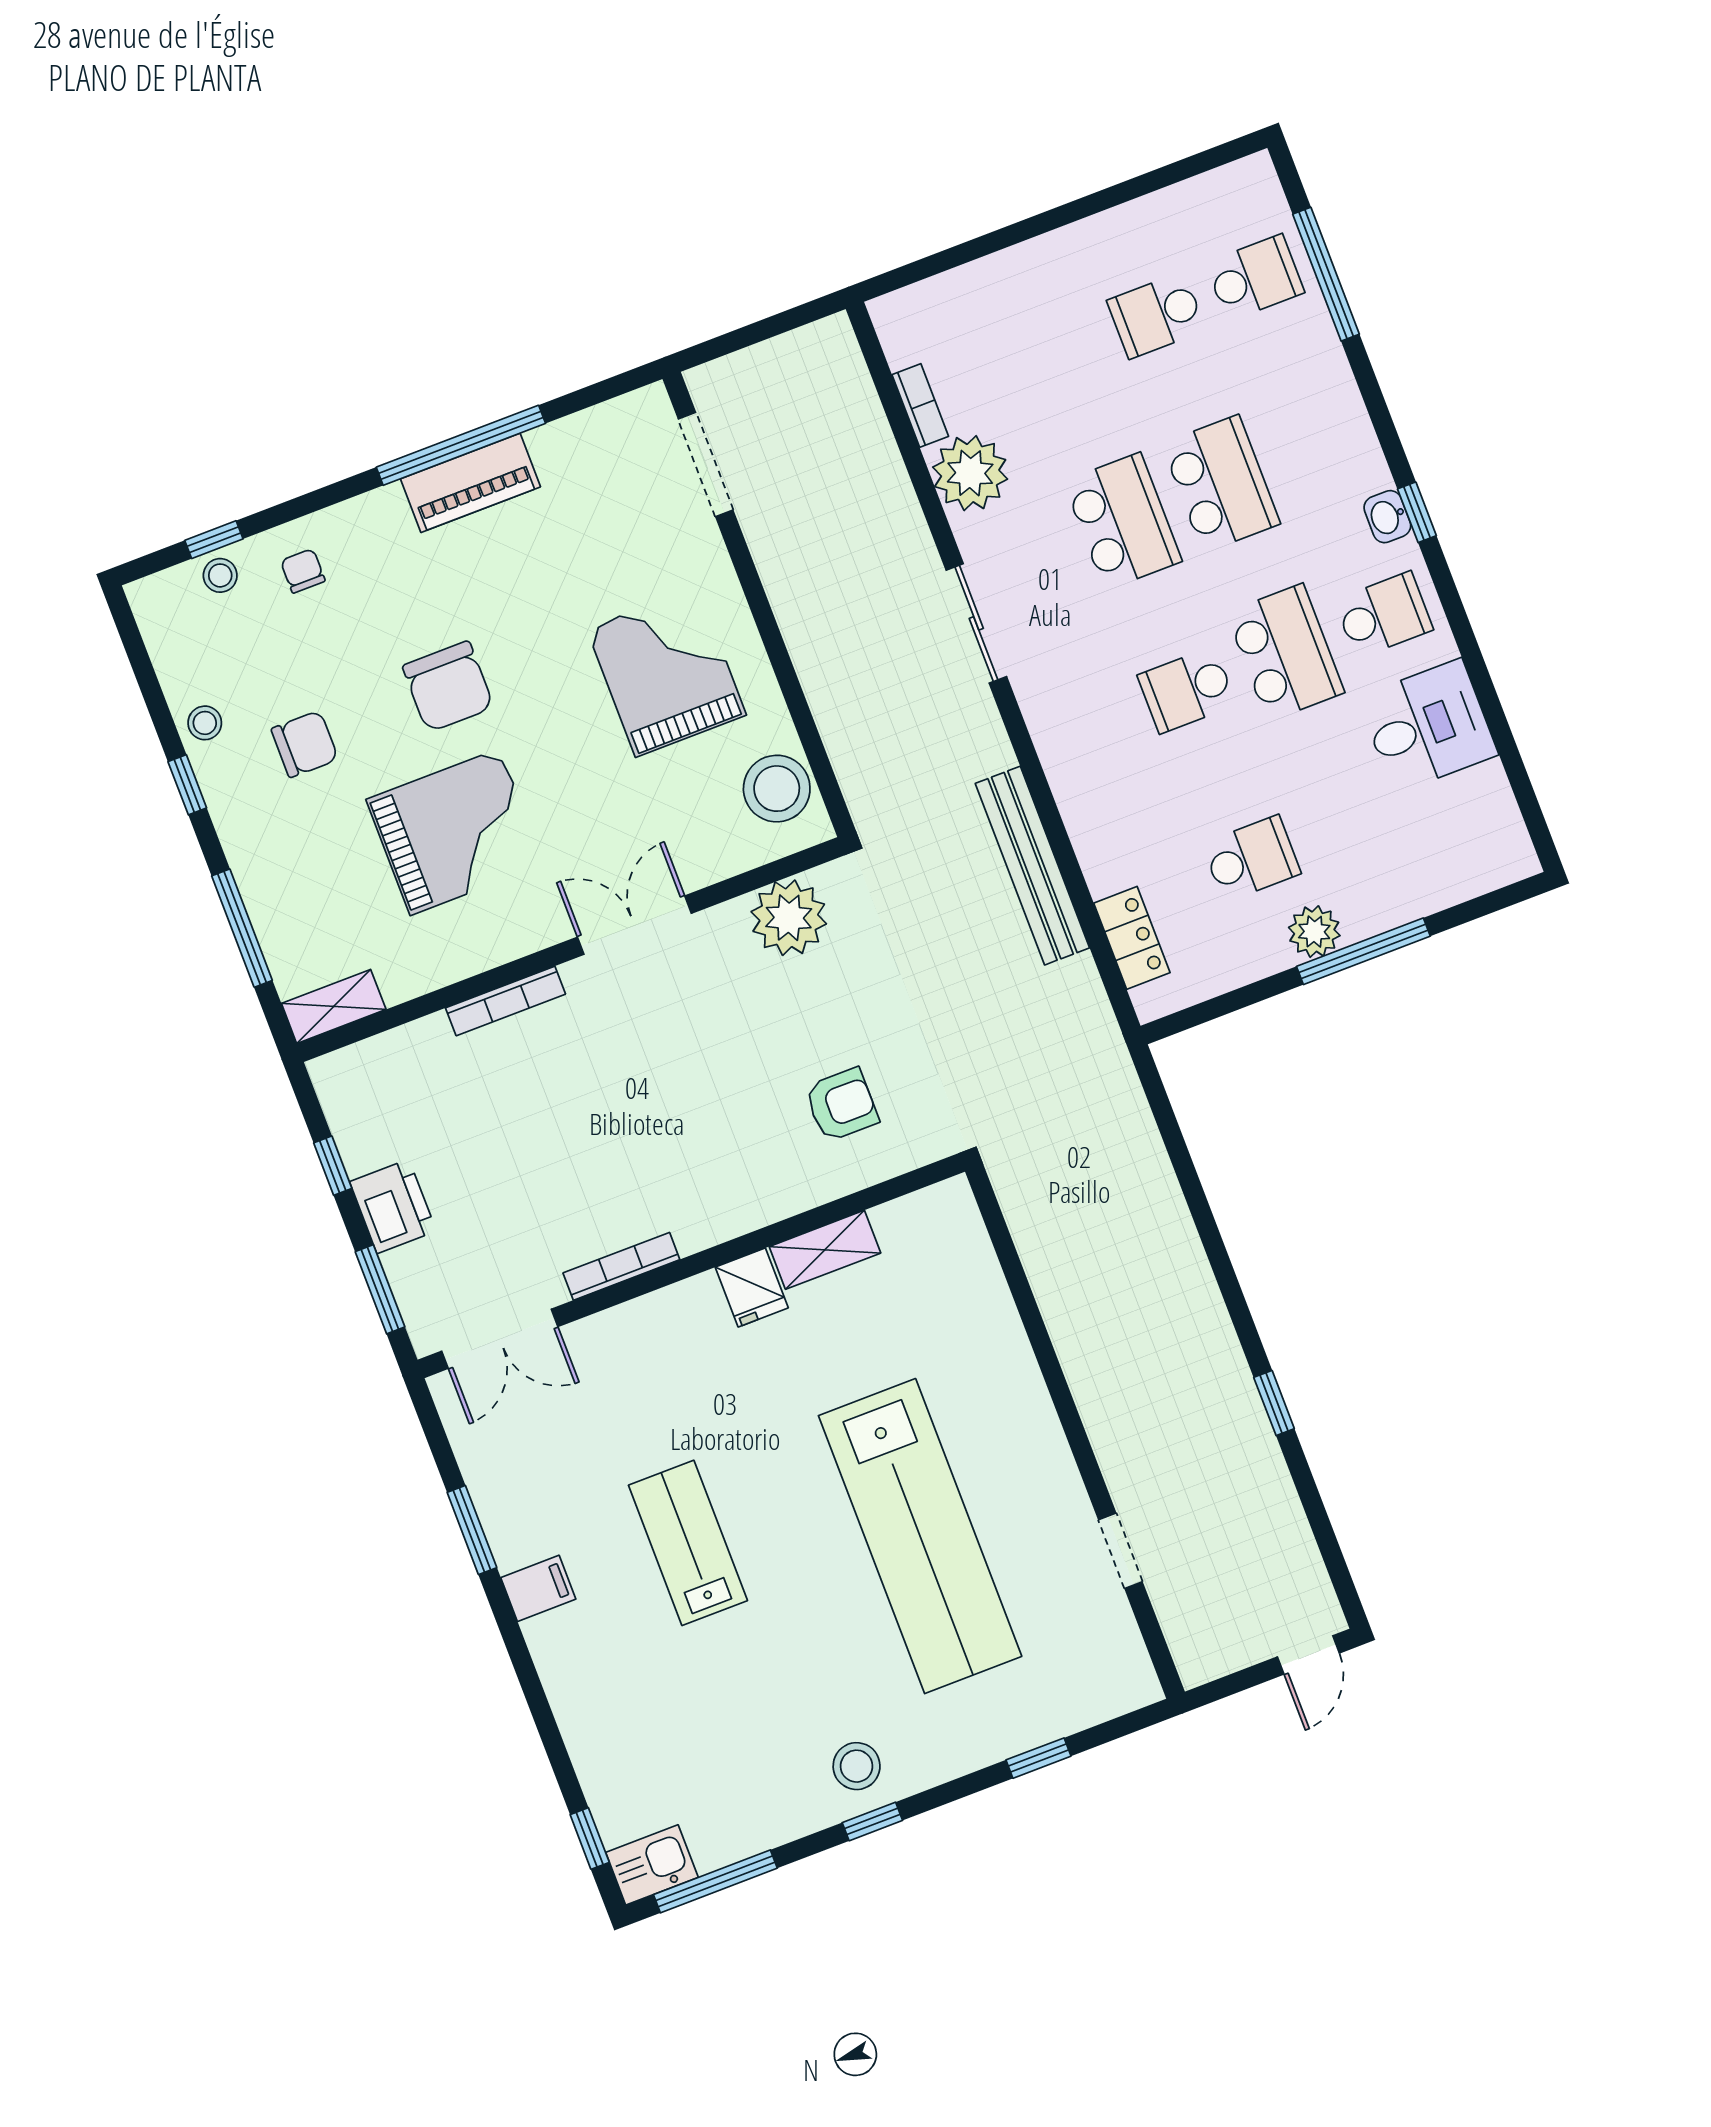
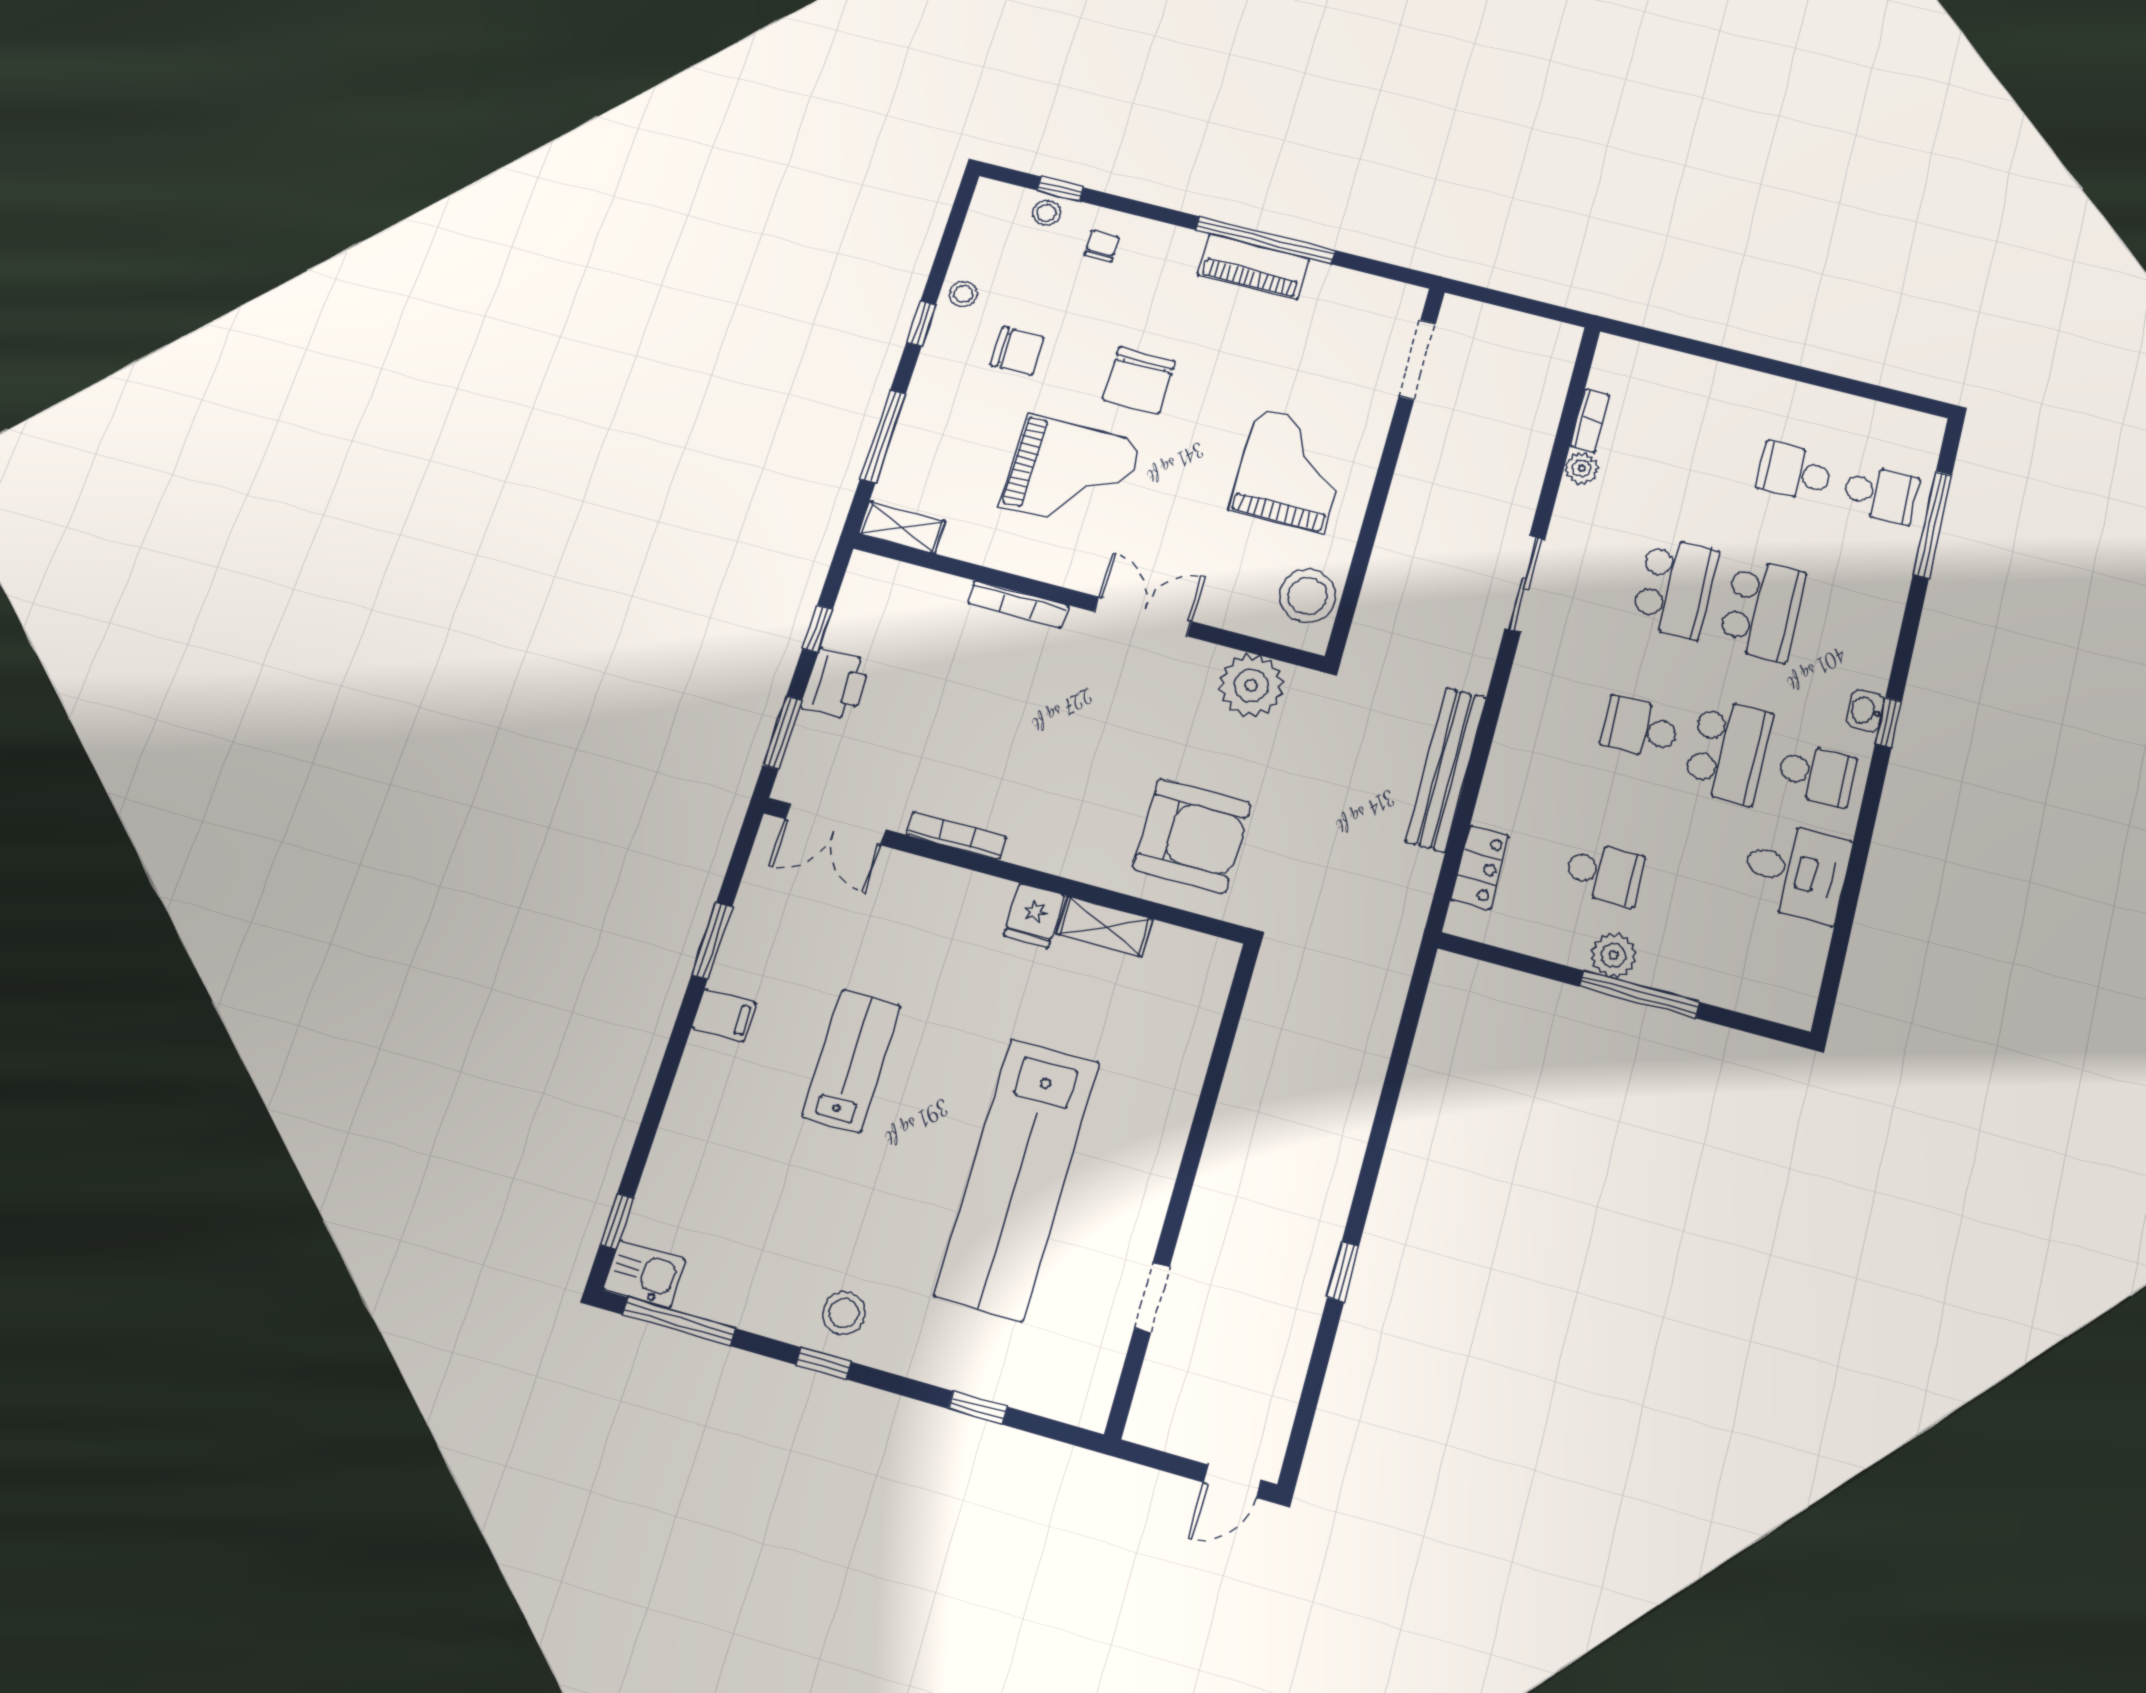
plant: (970, 473) -> (1582, 468), width x0.53, depth x0.53
armchair: (841, 1105) -> (1192, 836), width x1.88, depth x1.88

